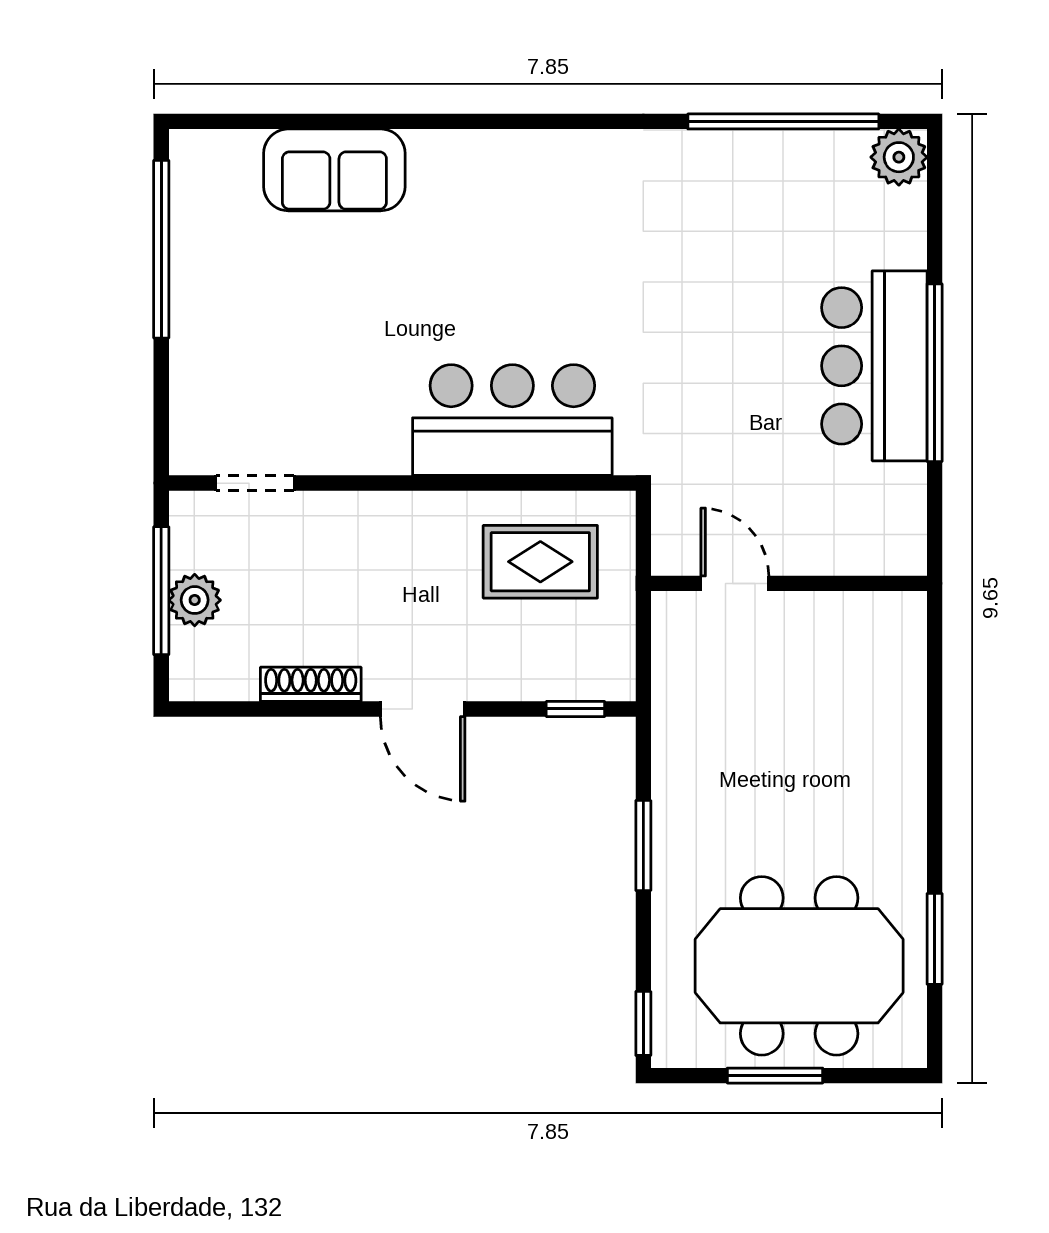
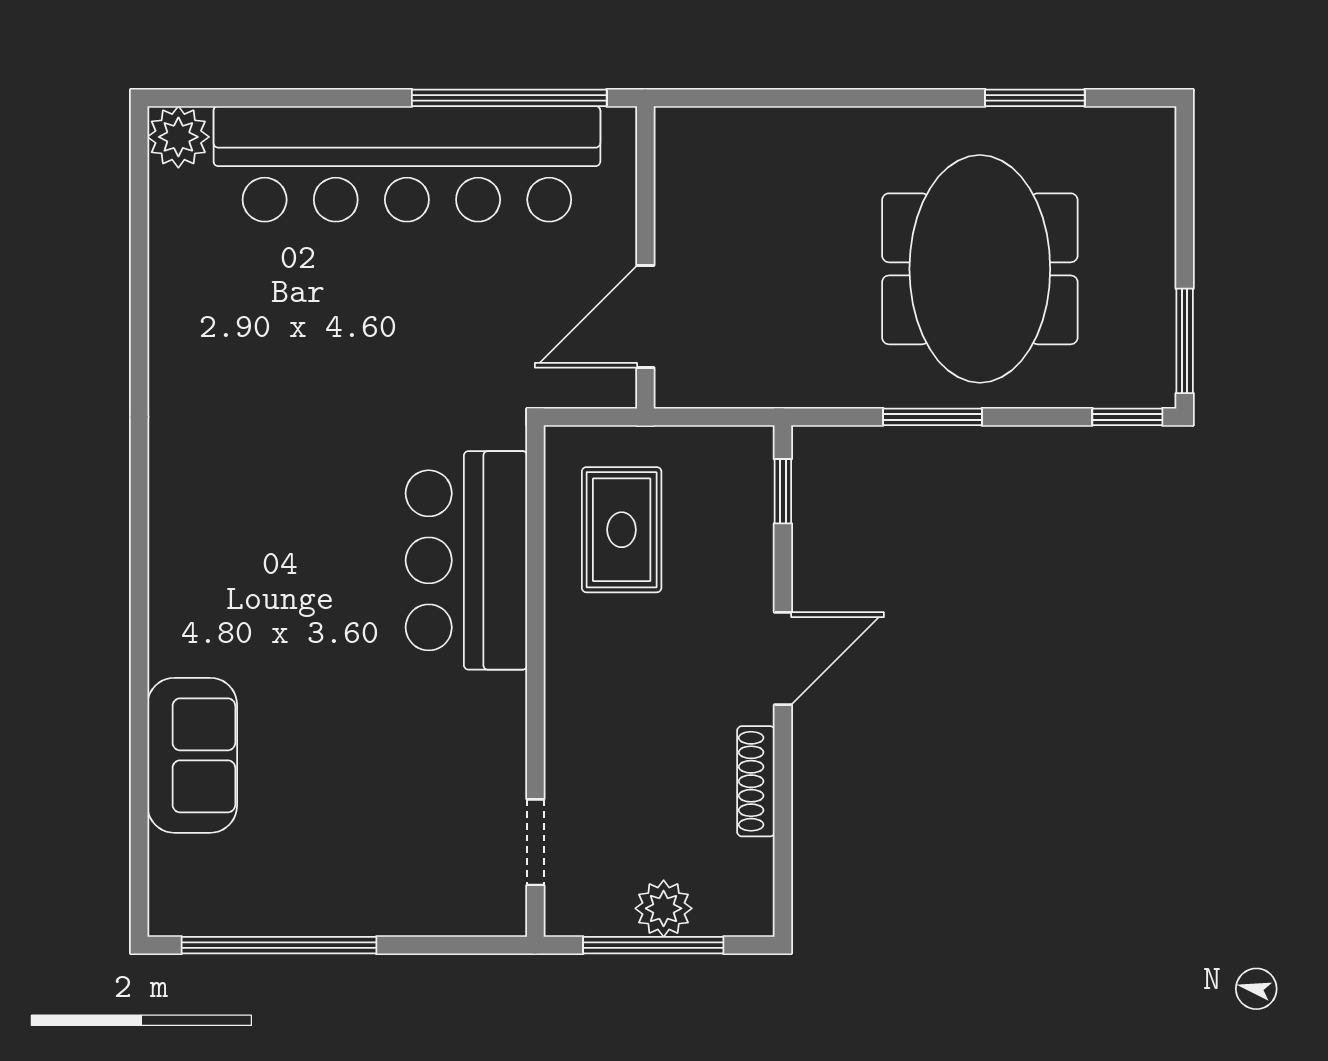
window: (783, 121) -> (139, 263), removed
bar counter: (874, 366) -> (407, 164), width x1.86
window: (935, 373) -> (509, 98), moved
door: (735, 583) -> (645, 317), width x1.38
meeting table: (799, 966) -> (980, 269), moved
window: (775, 1076) -> (1185, 341), moved

